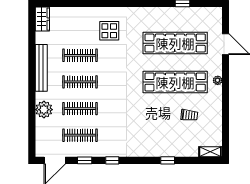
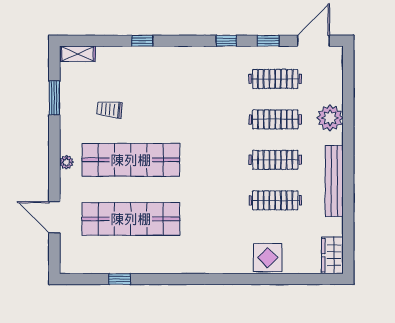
display table: (109, 31) -> (268, 258), moved
window: (226, 123) -> (54, 98), added

